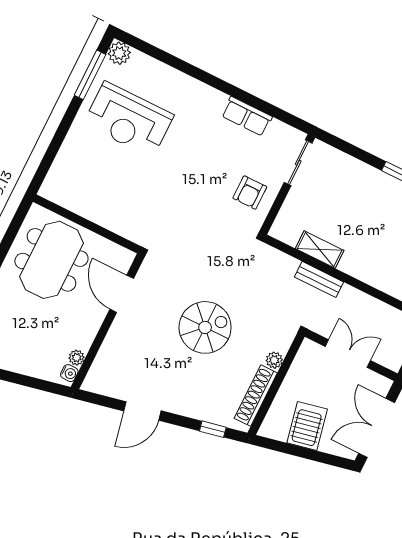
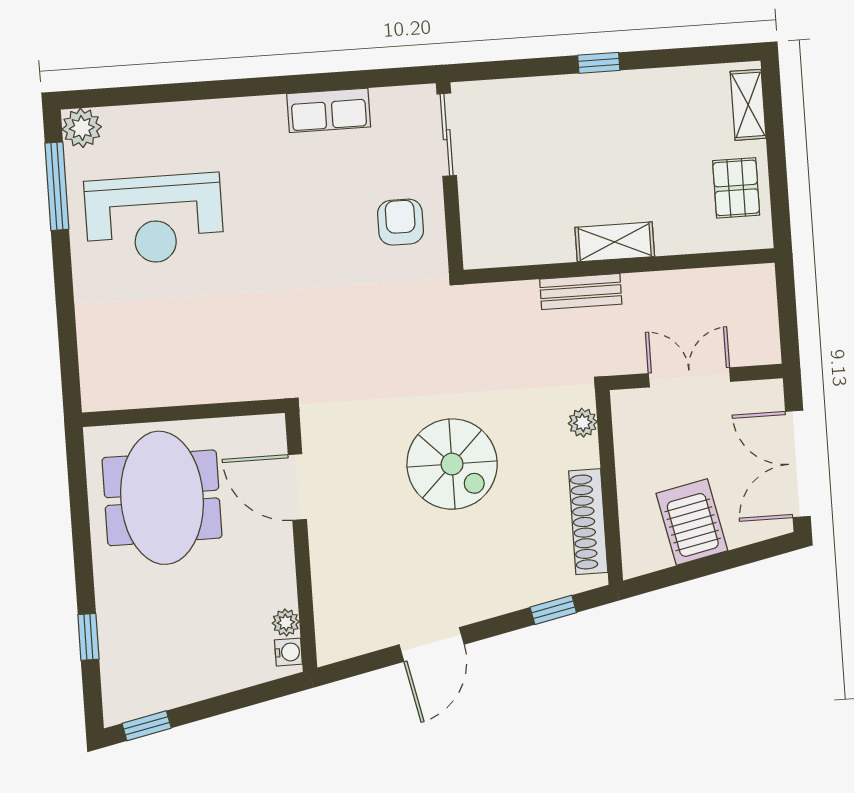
armchair: (250, 193) -> (400, 222), turned 180
shelving: (320, 249) -> (615, 242), moved
spiral stairs: (205, 327) -> (452, 464), turned 90
plant: (274, 360) -> (583, 423), moved

